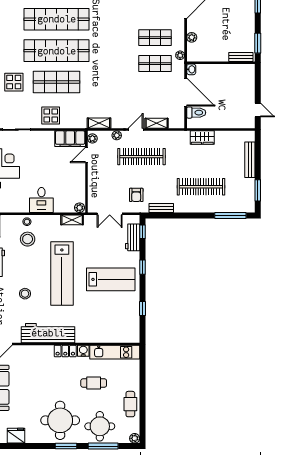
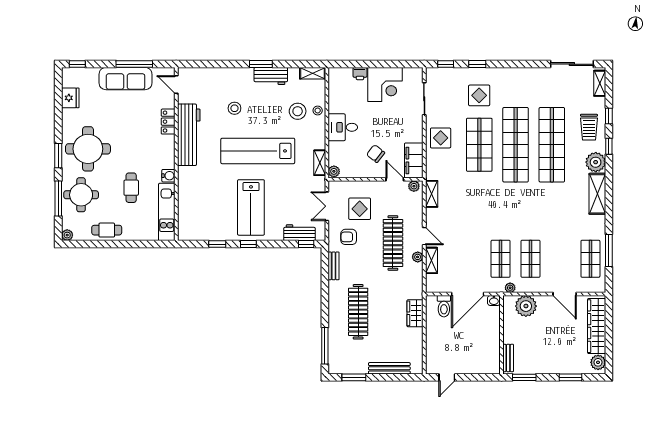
plant: (192, 37) -> (526, 306), width x1.88, depth x1.88
plant: (117, 135) -> (418, 257), moved
chair: (64, 172) -> (376, 154), added
display table: (112, 185) -> (360, 209), added
window: (142, 267) -> (248, 244), moved
locker: (65, 351) -> (168, 122), moved

